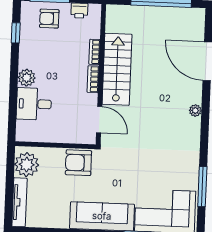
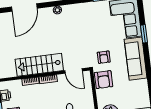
door: (99, 120) -> (74, 71), swing flipped
armchair: (112, 169) -> (104, 57), added

